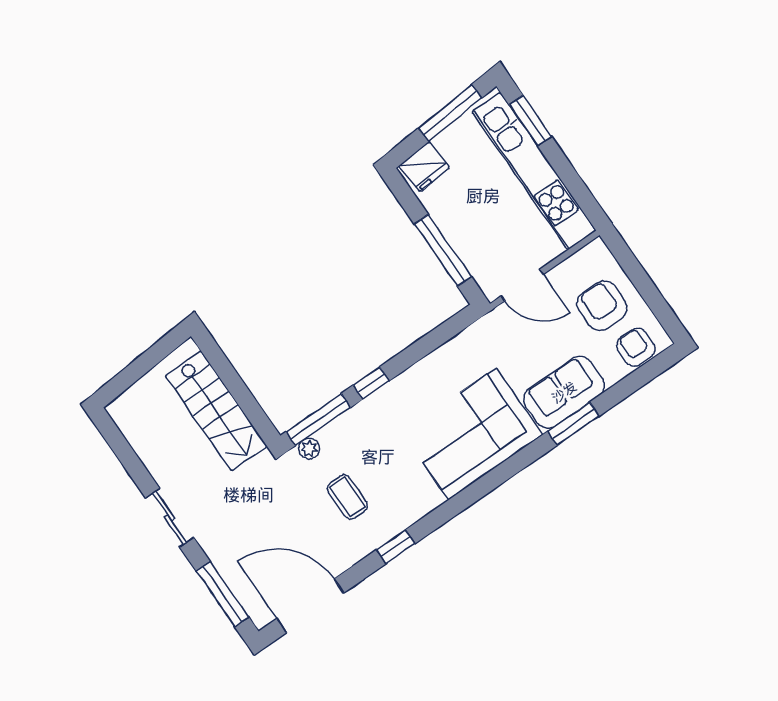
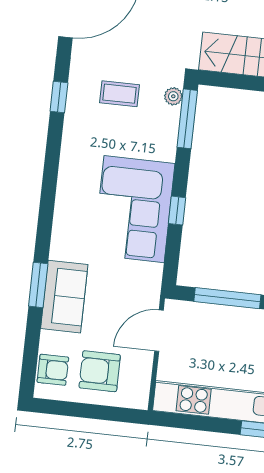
armchair: (602, 306) -> (100, 371), turned 180
window: (371, 383) -> (177, 211), moved
corner sofa: (472, 434) -> (134, 209), moved, turned 180

